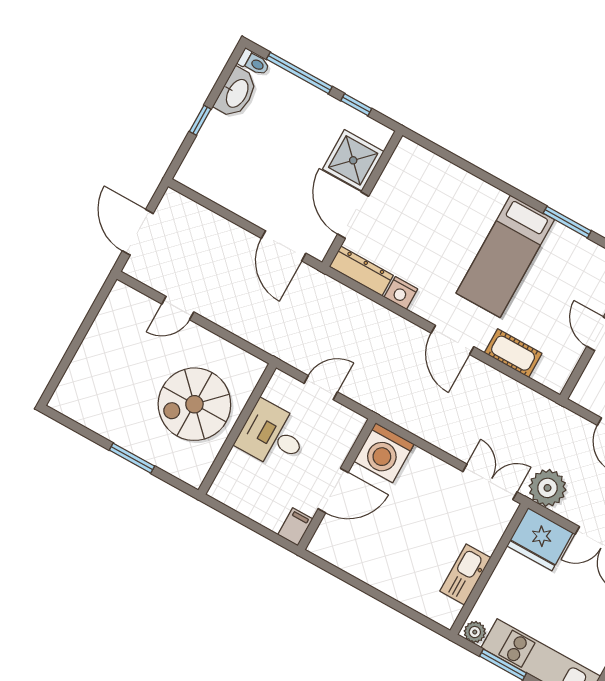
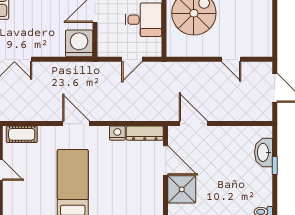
washbasin: (236, 93) -> (264, 152), moved
door: (178, 308) -> (231, 59), swing flipped
cot: (513, 353) -> (22, 134), moved

